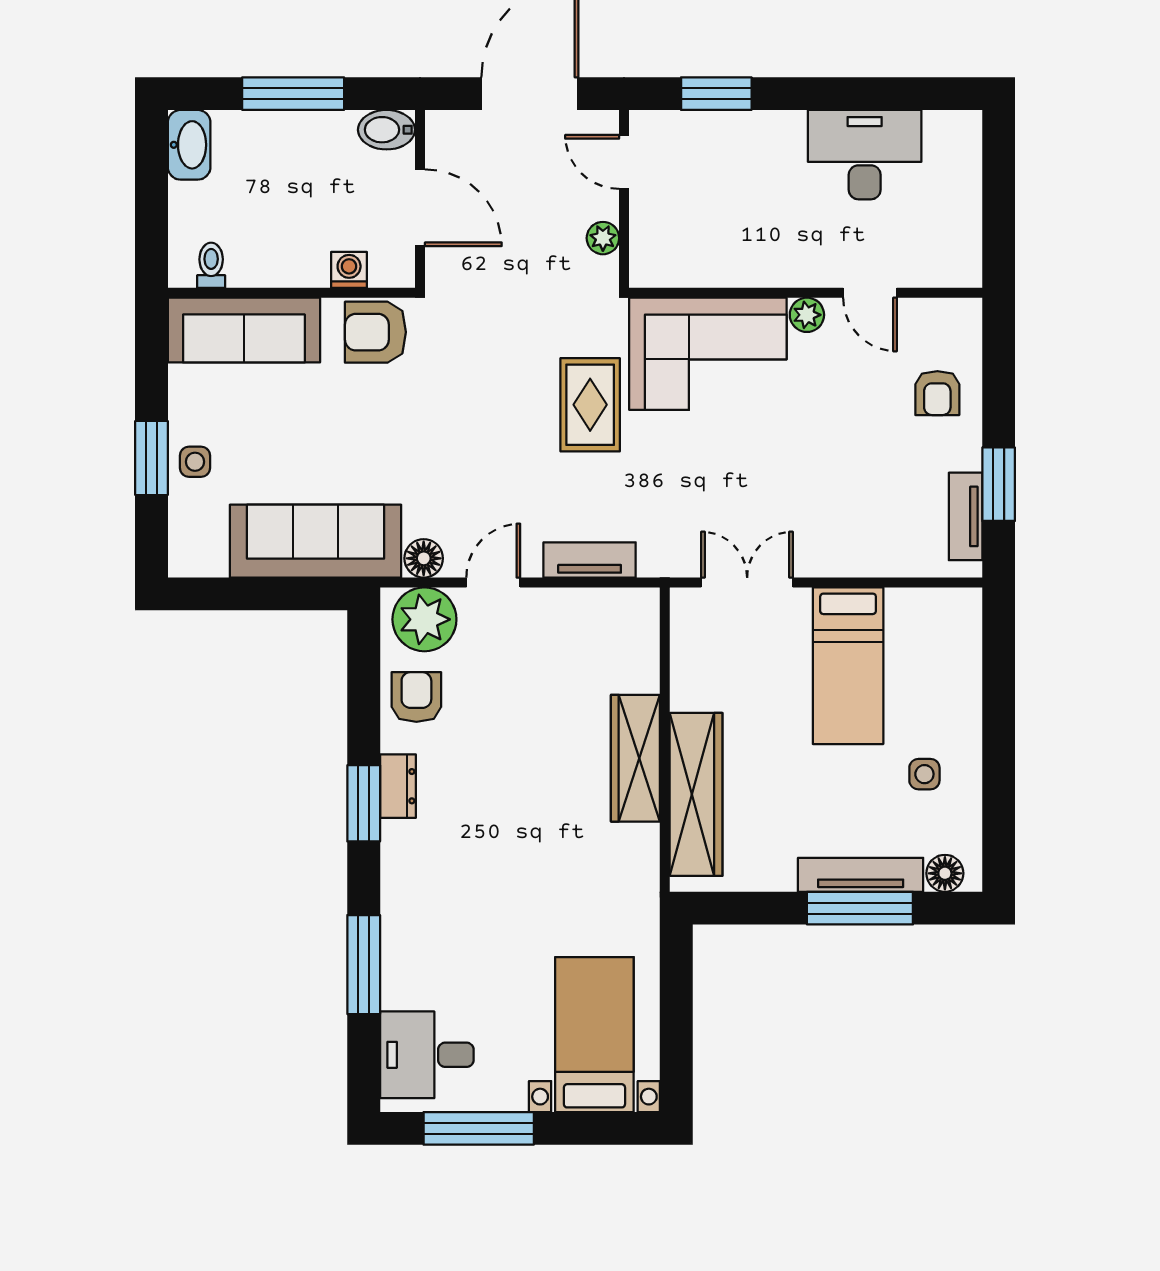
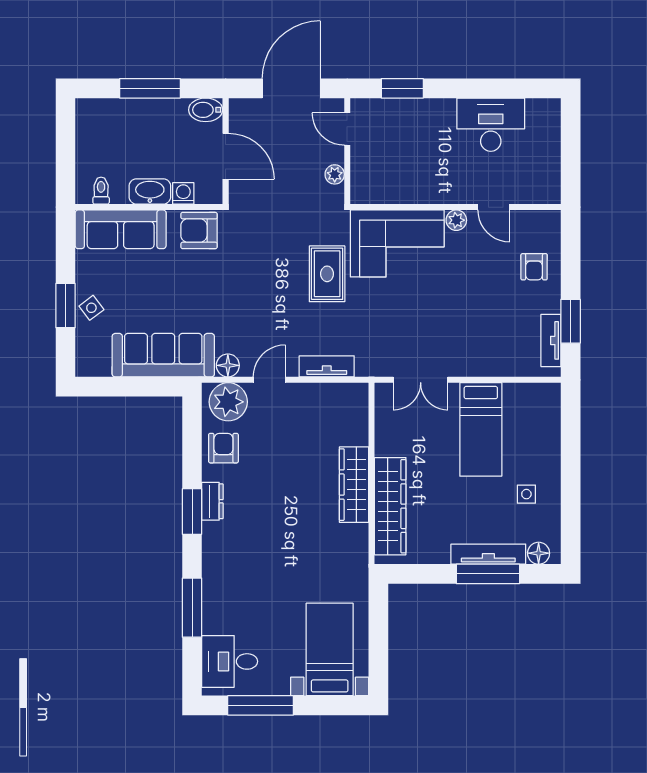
washbasin: (189, 145) -> (150, 191), moved, turned -90
side table: (195, 462) -> (91, 308), turned -37
double door: (747, 582) -> (421, 380), swing flipped

